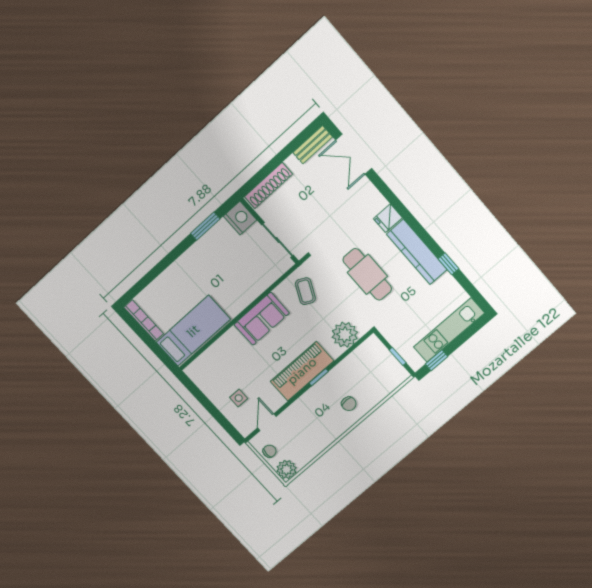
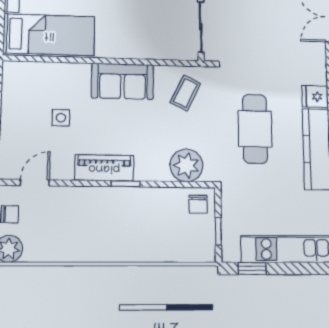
piano: (302, 371) -> (104, 168), width x0.73, depth x0.75
side table: (239, 398) -> (61, 118), moved
chair: (349, 404) -> (198, 204), moved

